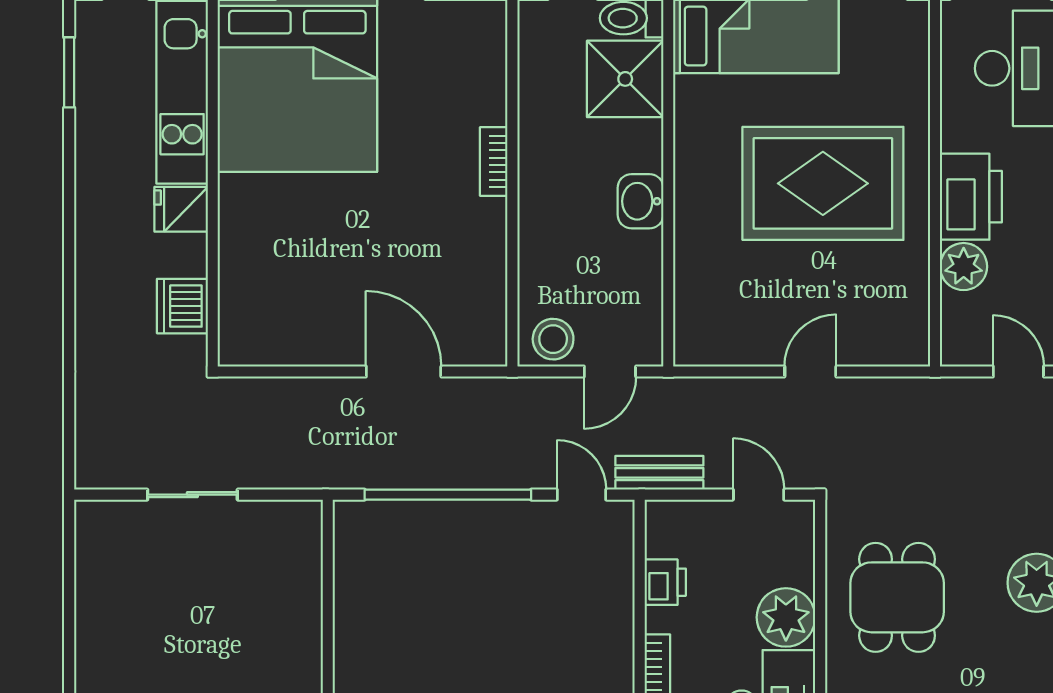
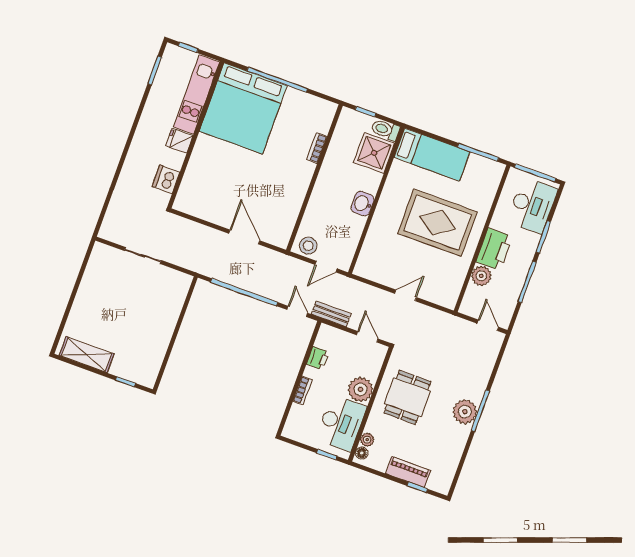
bookcase: (494, 161) -> (317, 148), moved

